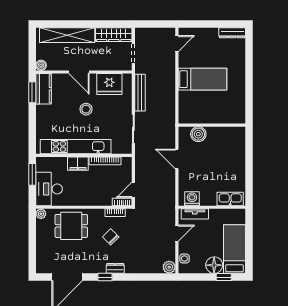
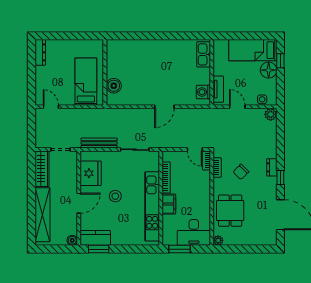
wall: (212, 125) -> (105, 72), moved
boiler: (198, 134) -> (114, 86), moved

